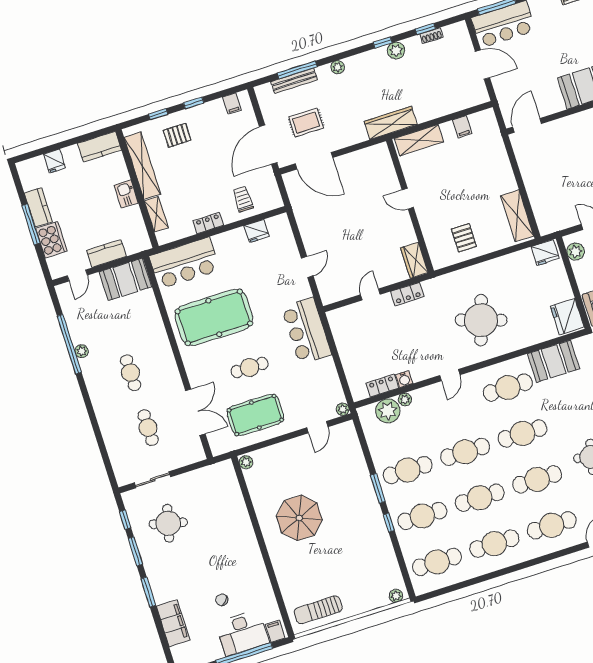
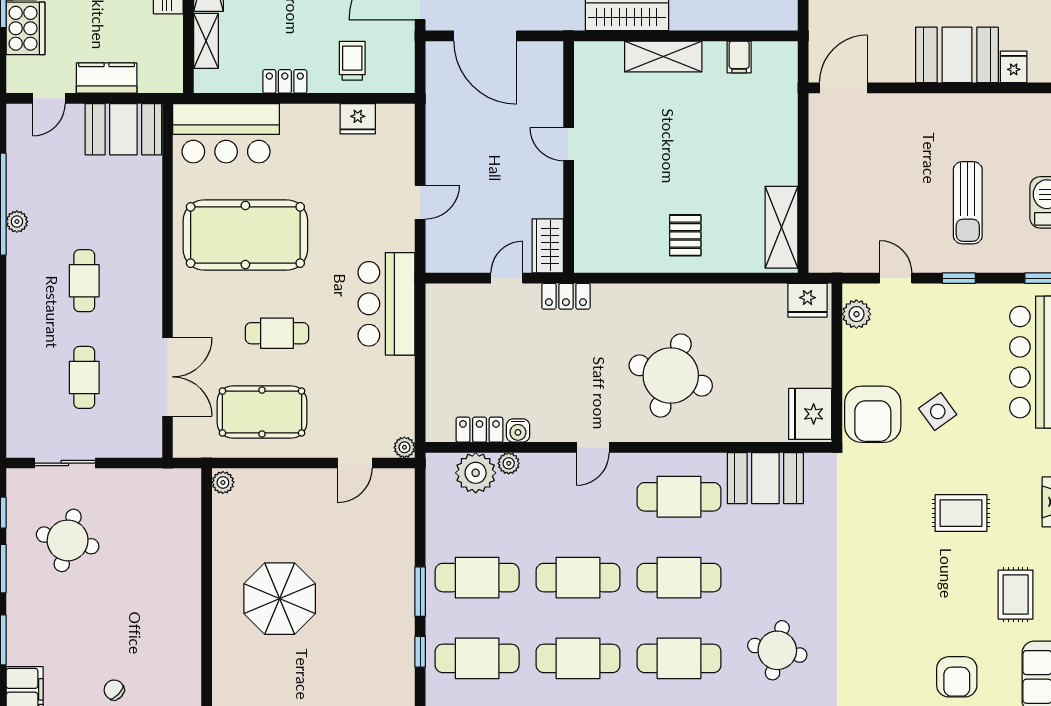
door: (408, 199) -> (569, 144), moved
wall: (410, 206) -> (569, 157), moved
wardrobe: (414, 260) -> (548, 246), moved

